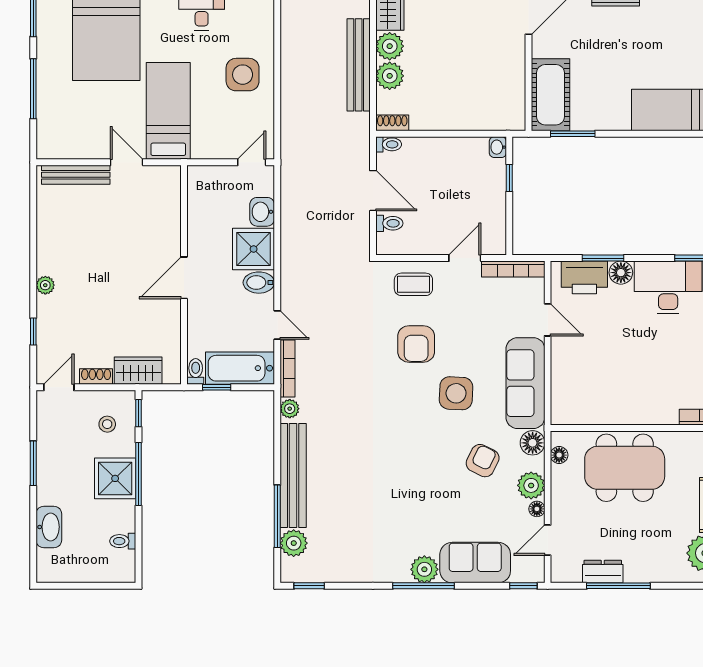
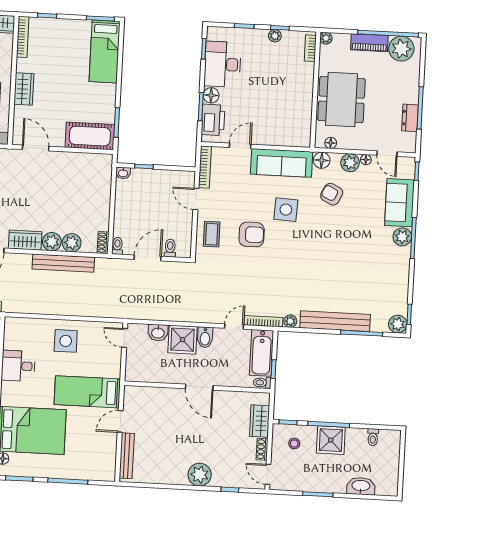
plant: (45, 285) -> (200, 475), width x1.87, depth x1.87
plant: (294, 543) -> (398, 324), moved

